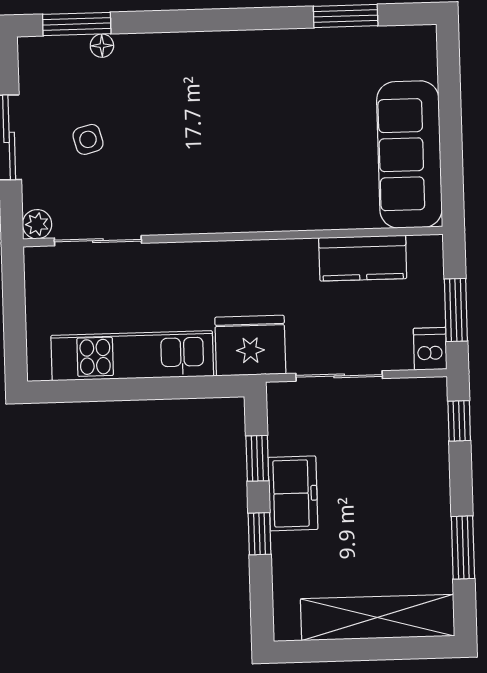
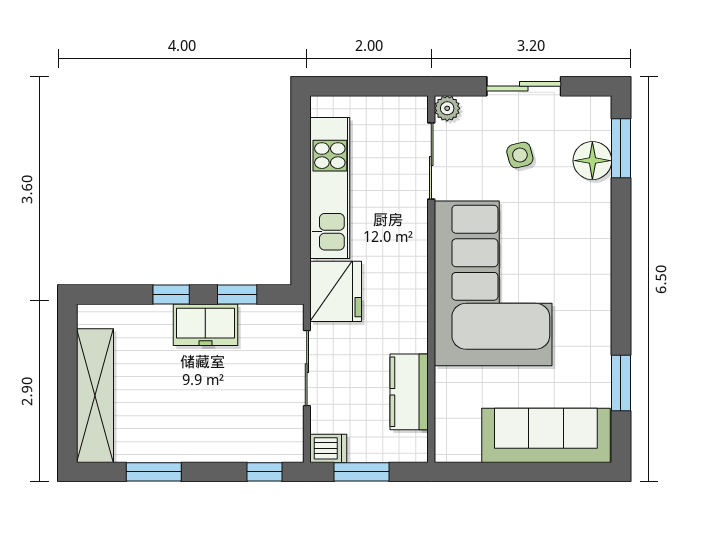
floor lamp: (102, 46) -> (592, 161), width x1.89, depth x1.89
sofa: (409, 154) -> (546, 435), moved
corner sofa: (236, 166) -> (493, 283), added

